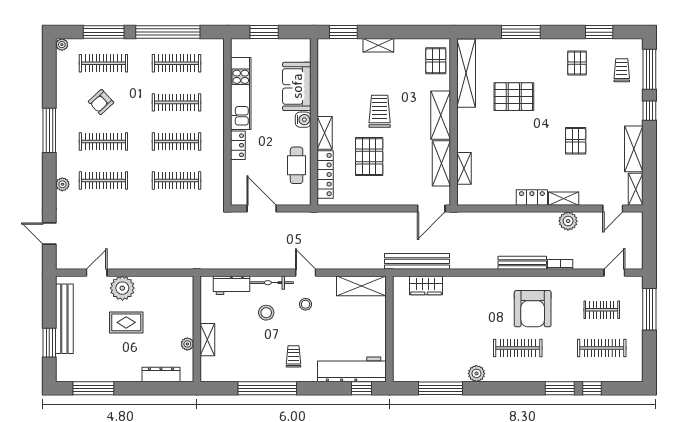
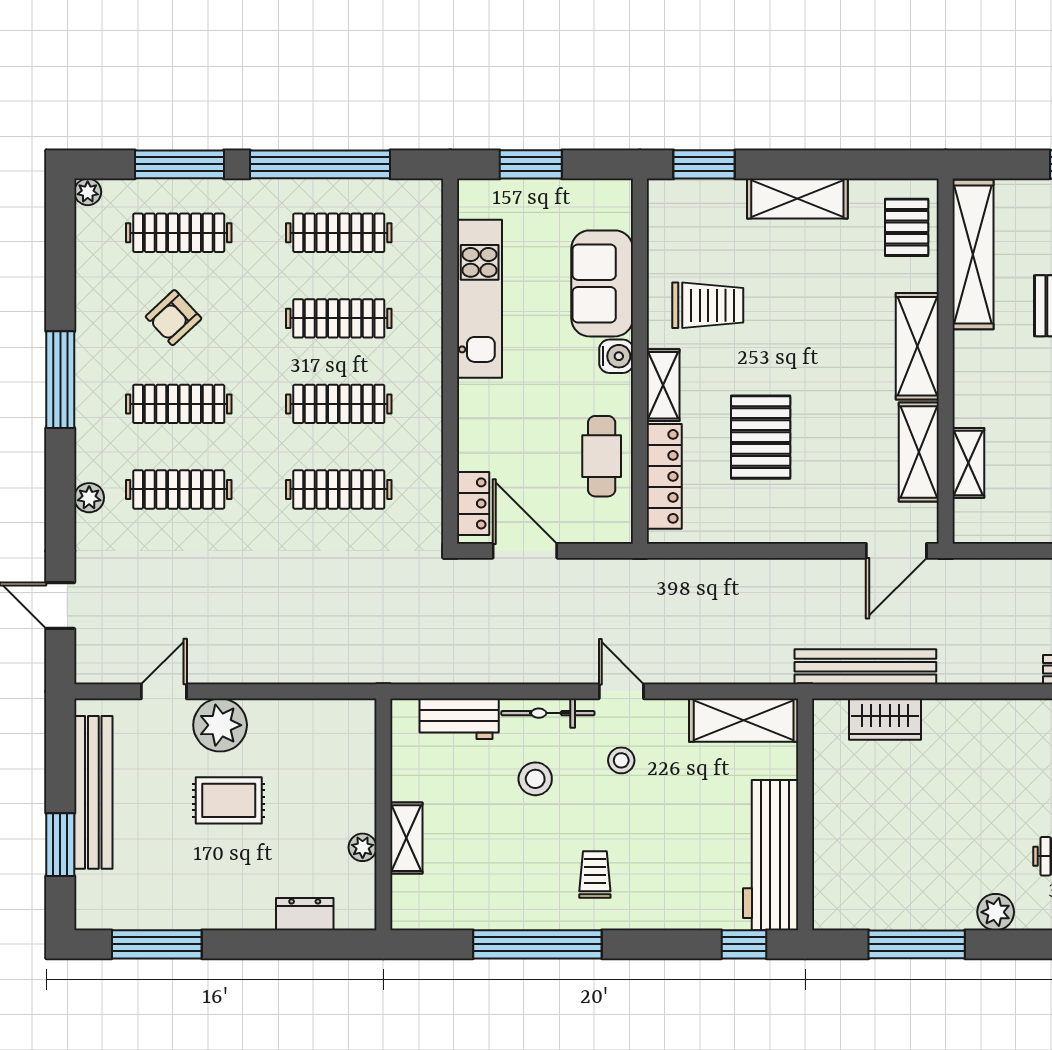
shelving: (378, 45) -> (797, 199), width x1.50, depth x1.33
trolley: (380, 111) -> (708, 305), moved, turned 90
locker: (238, 145) -> (473, 503), moved
workbench: (352, 369) -> (771, 855), moved, turned -90
dresser: (161, 374) -> (305, 914), width x0.70

